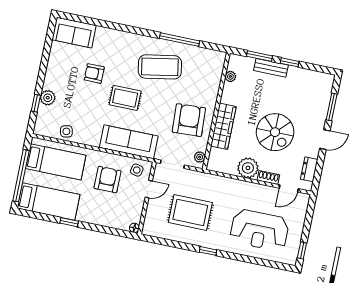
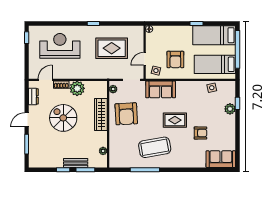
sofa: (129, 142) -> (161, 89), width x0.73

